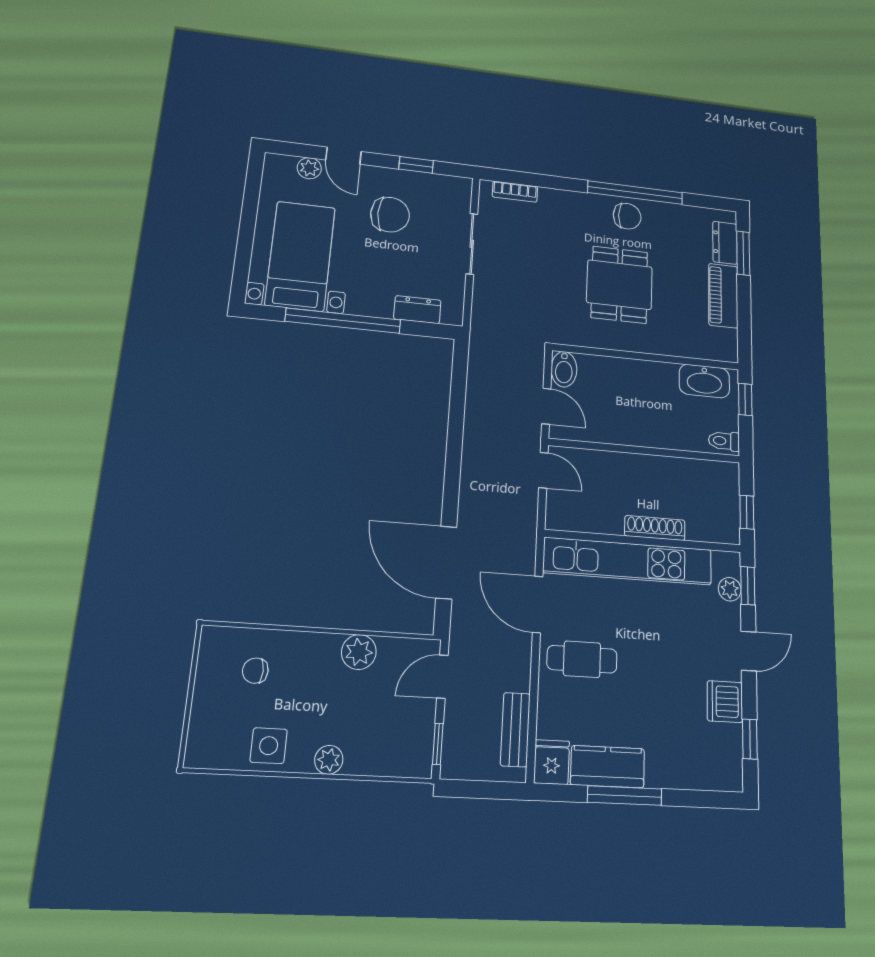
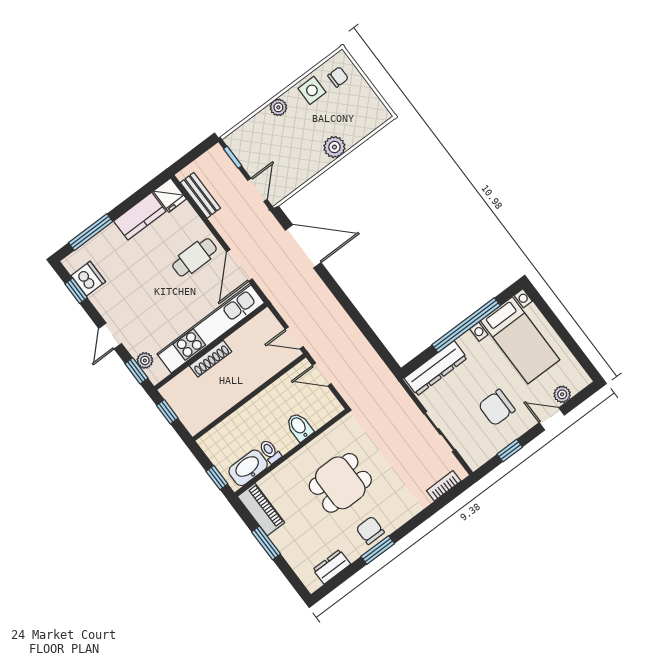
window: (635, 193) -> (378, 550), width x0.47
chair: (627, 216) -> (370, 530), turned 90
dresser: (725, 243) -> (332, 567), moved, turned -90
window: (743, 253) -> (266, 543), moved
dining table: (619, 285) -> (340, 483), turned 90
piano: (723, 296) -> (261, 509), moved
dresser: (417, 310) -> (436, 368), width x1.96, depth x1.24
bidet: (564, 369) -> (299, 427), moved
toilet: (724, 441) -> (270, 451), moved, turned -90
door: (538, 604) -> (240, 265), swing flipped
plant: (359, 652) -> (334, 147), moved
chair: (255, 671) -> (338, 77), moved
dishwasher: (725, 702) -> (88, 279), moved
window: (625, 796) -> (91, 232), moved

